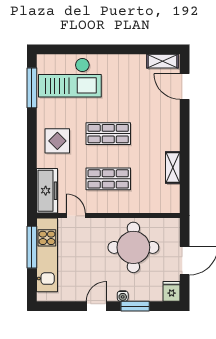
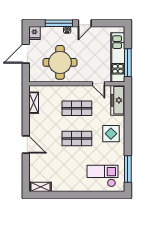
checkout: (70, 78) -> (102, 176), width x0.73, depth x0.83
door: (185, 86) -> (26, 144), moved
shelving: (173, 167) -> (34, 103), moved
window: (135, 306) -> (59, 23), width x1.44

